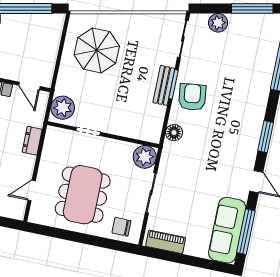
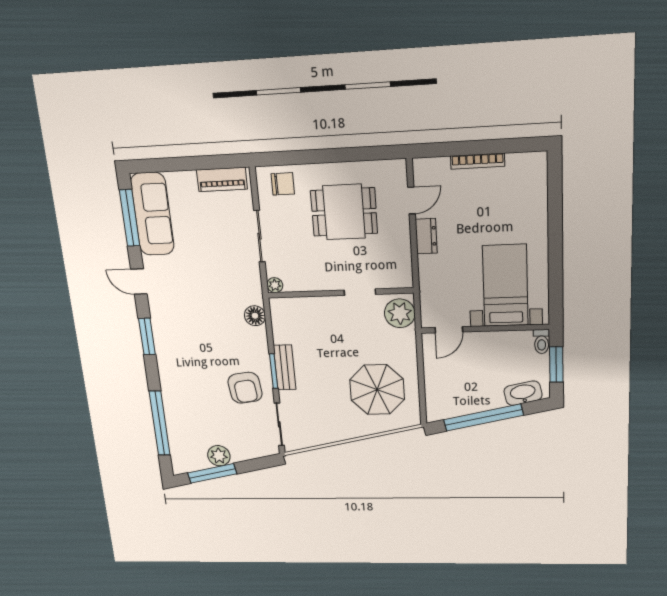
plant: (218, 23) -> (219, 456), moved
door: (29, 86) -> (449, 330), swing flipped
armchair: (192, 97) -> (245, 388), moved
dresser: (32, 141) -> (426, 236), moved
plant: (145, 157) -> (275, 285), width x0.53, depth x0.53
dining table: (83, 195) -> (344, 212), width x0.73

